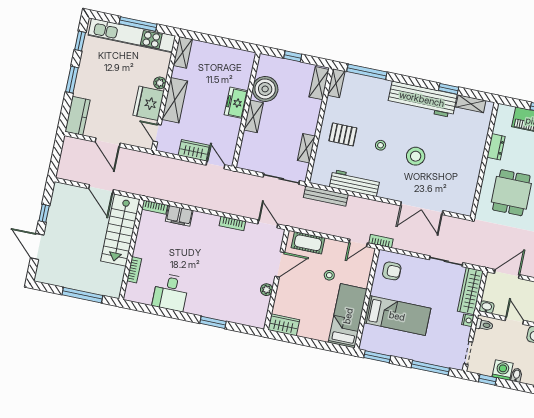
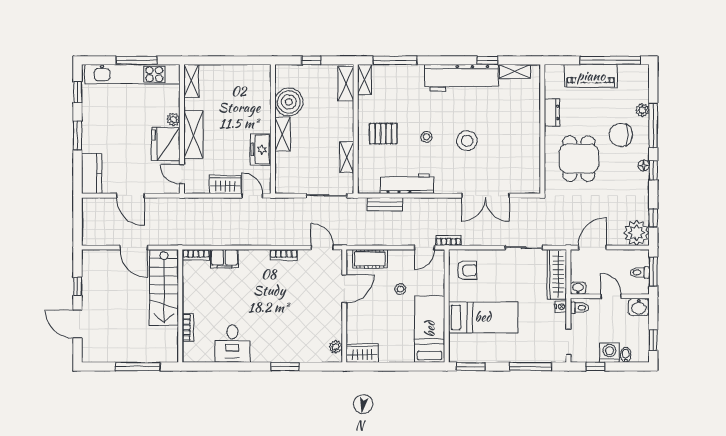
freezer: (236, 103) -> (261, 150), moved
bench: (326, 196) -> (385, 204), width x0.73
plant: (267, 290) -> (336, 347), moved

